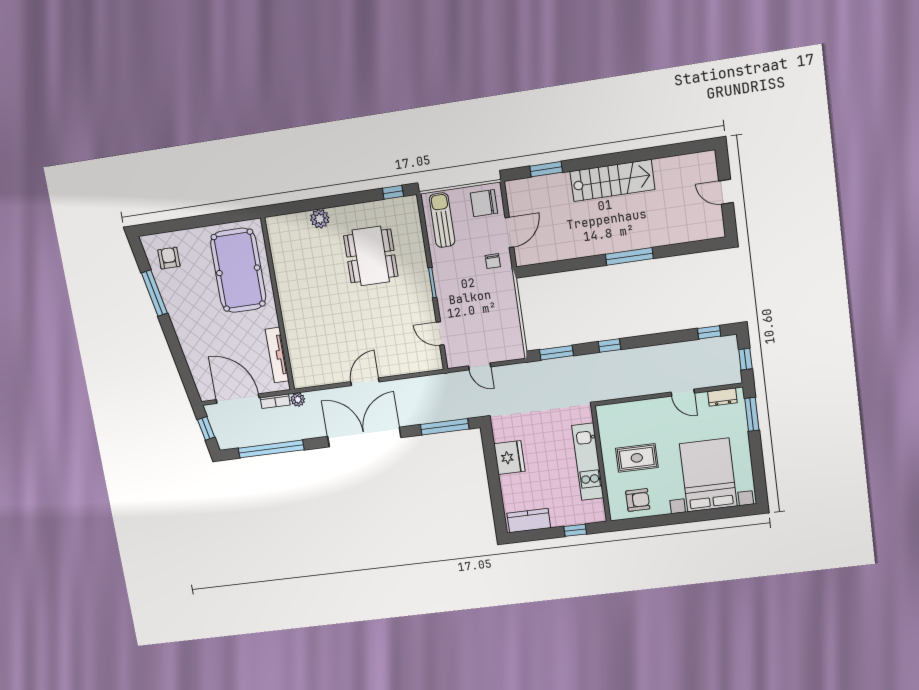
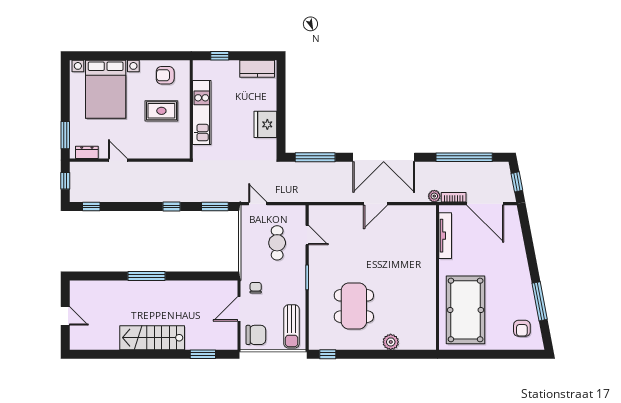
cafe table: (475, 319) -> (277, 243), added
door: (480, 366) -> (258, 204), moved

